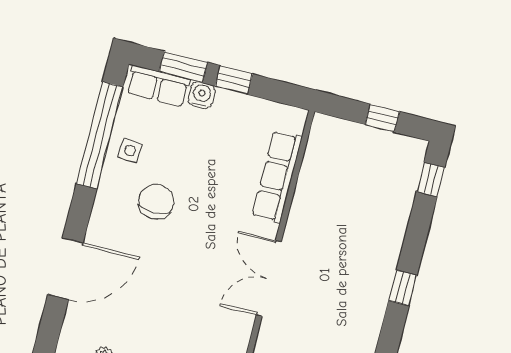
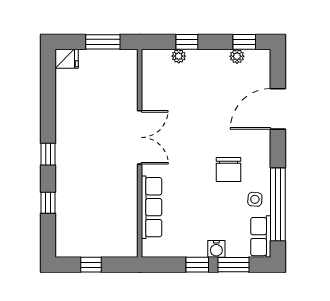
row of seats: (158, 86) -> (261, 237), moved, turned -90
window: (431, 180) -> (48, 203), moved

